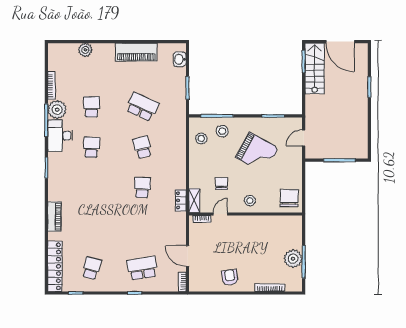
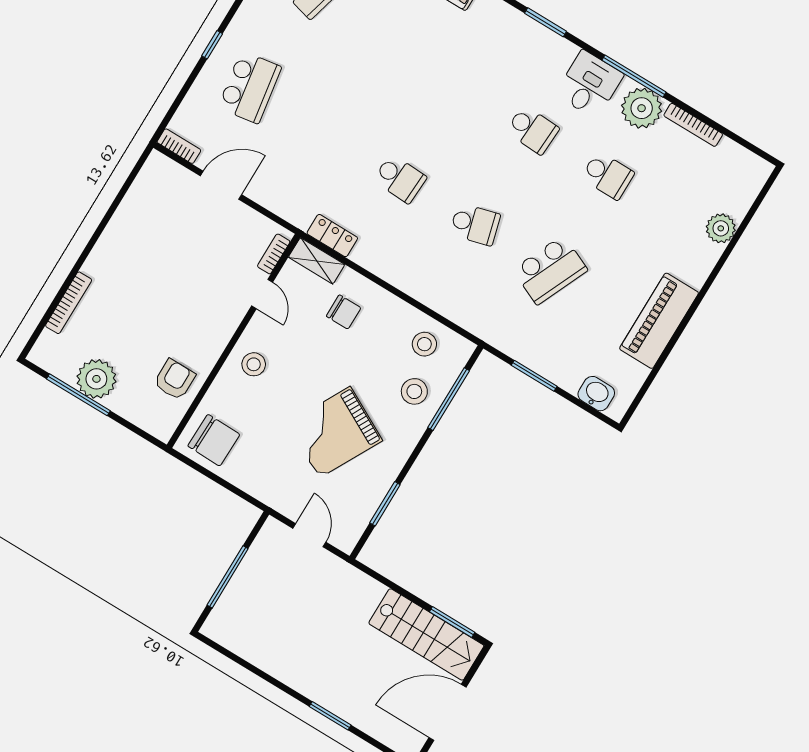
desk: (60, 136) -> (589, 84), width x0.73
chair: (221, 184) -> (344, 312), moved
armchair: (230, 277) -> (175, 379), moved, turned -82

